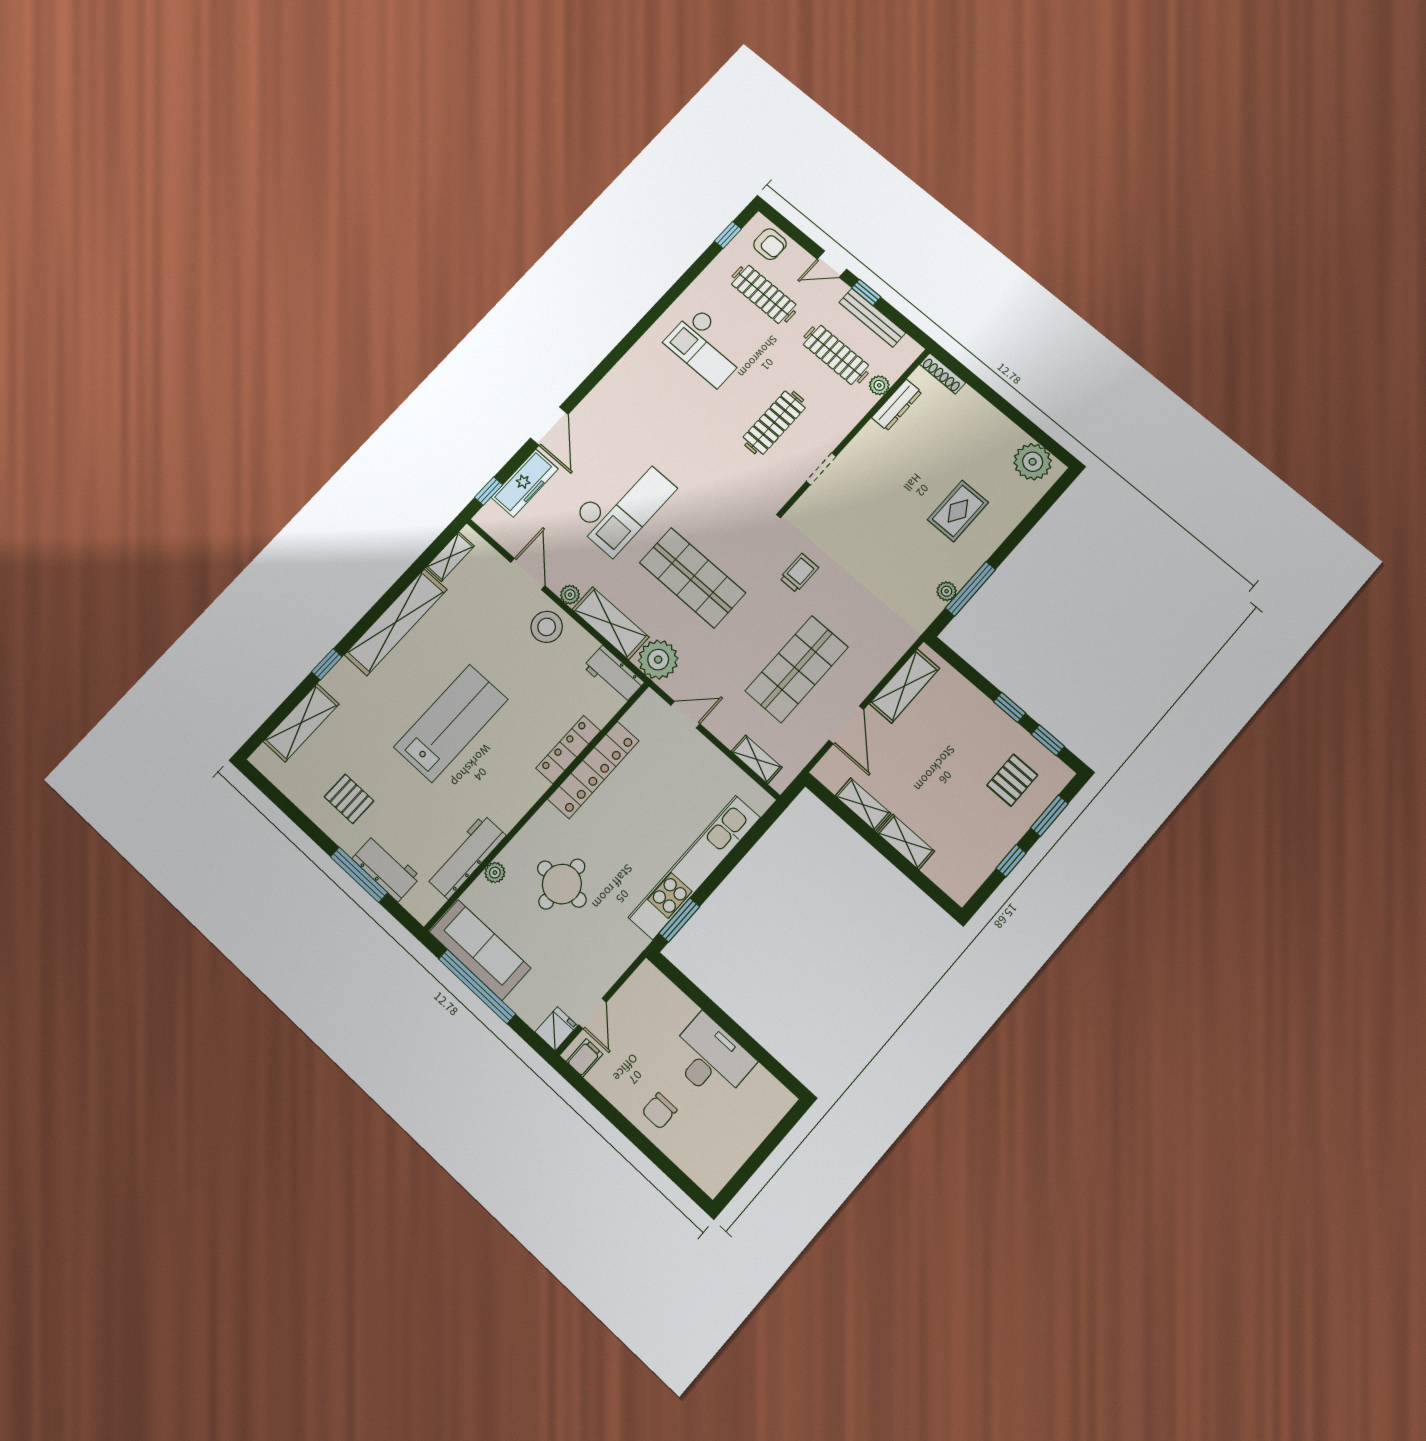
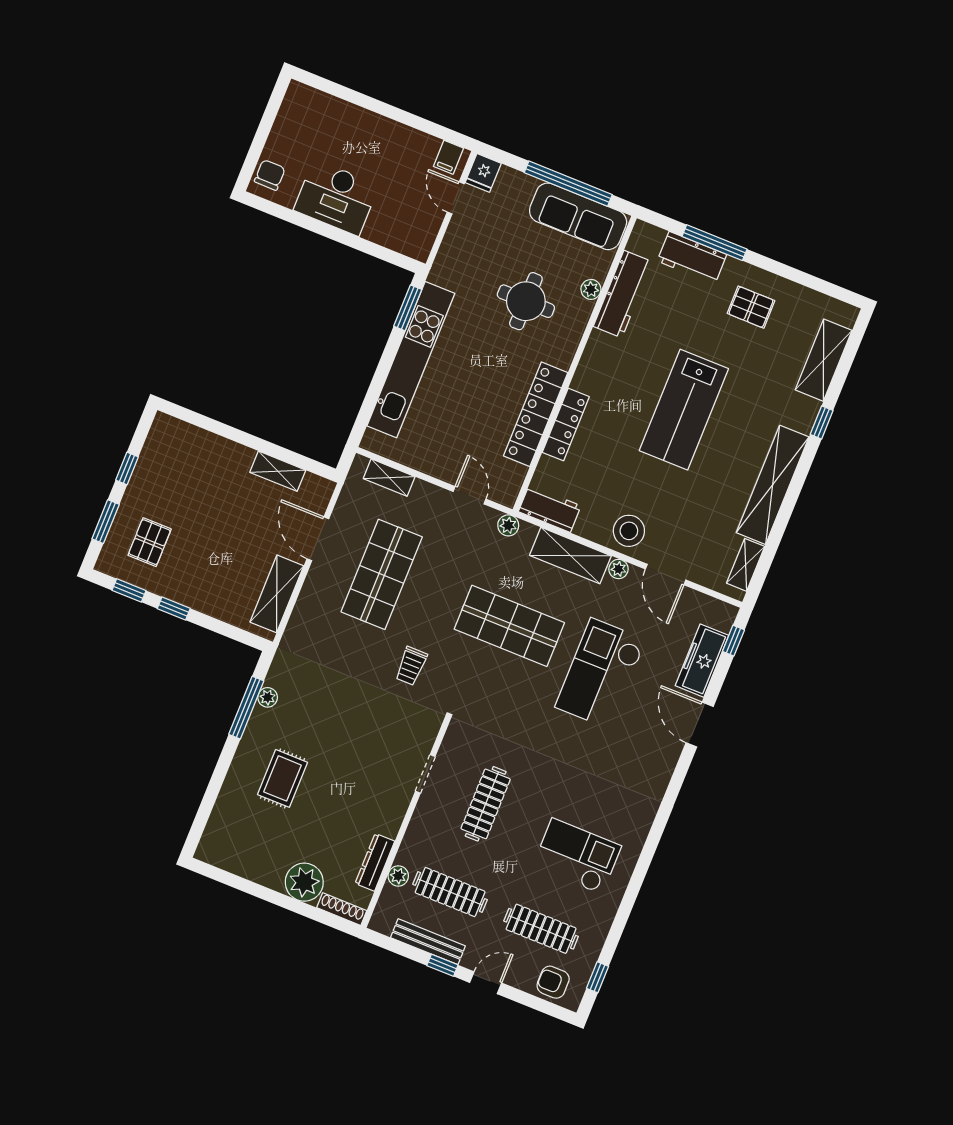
plant: (1033, 462) -> (304, 882), moved
plant: (658, 660) -> (508, 525), width x0.53, depth x0.53
door: (685, 715) -> (470, 495), swing flipped
shelving: (906, 842) -> (228, 451), removed
chair: (659, 1111) -> (270, 175), moved

